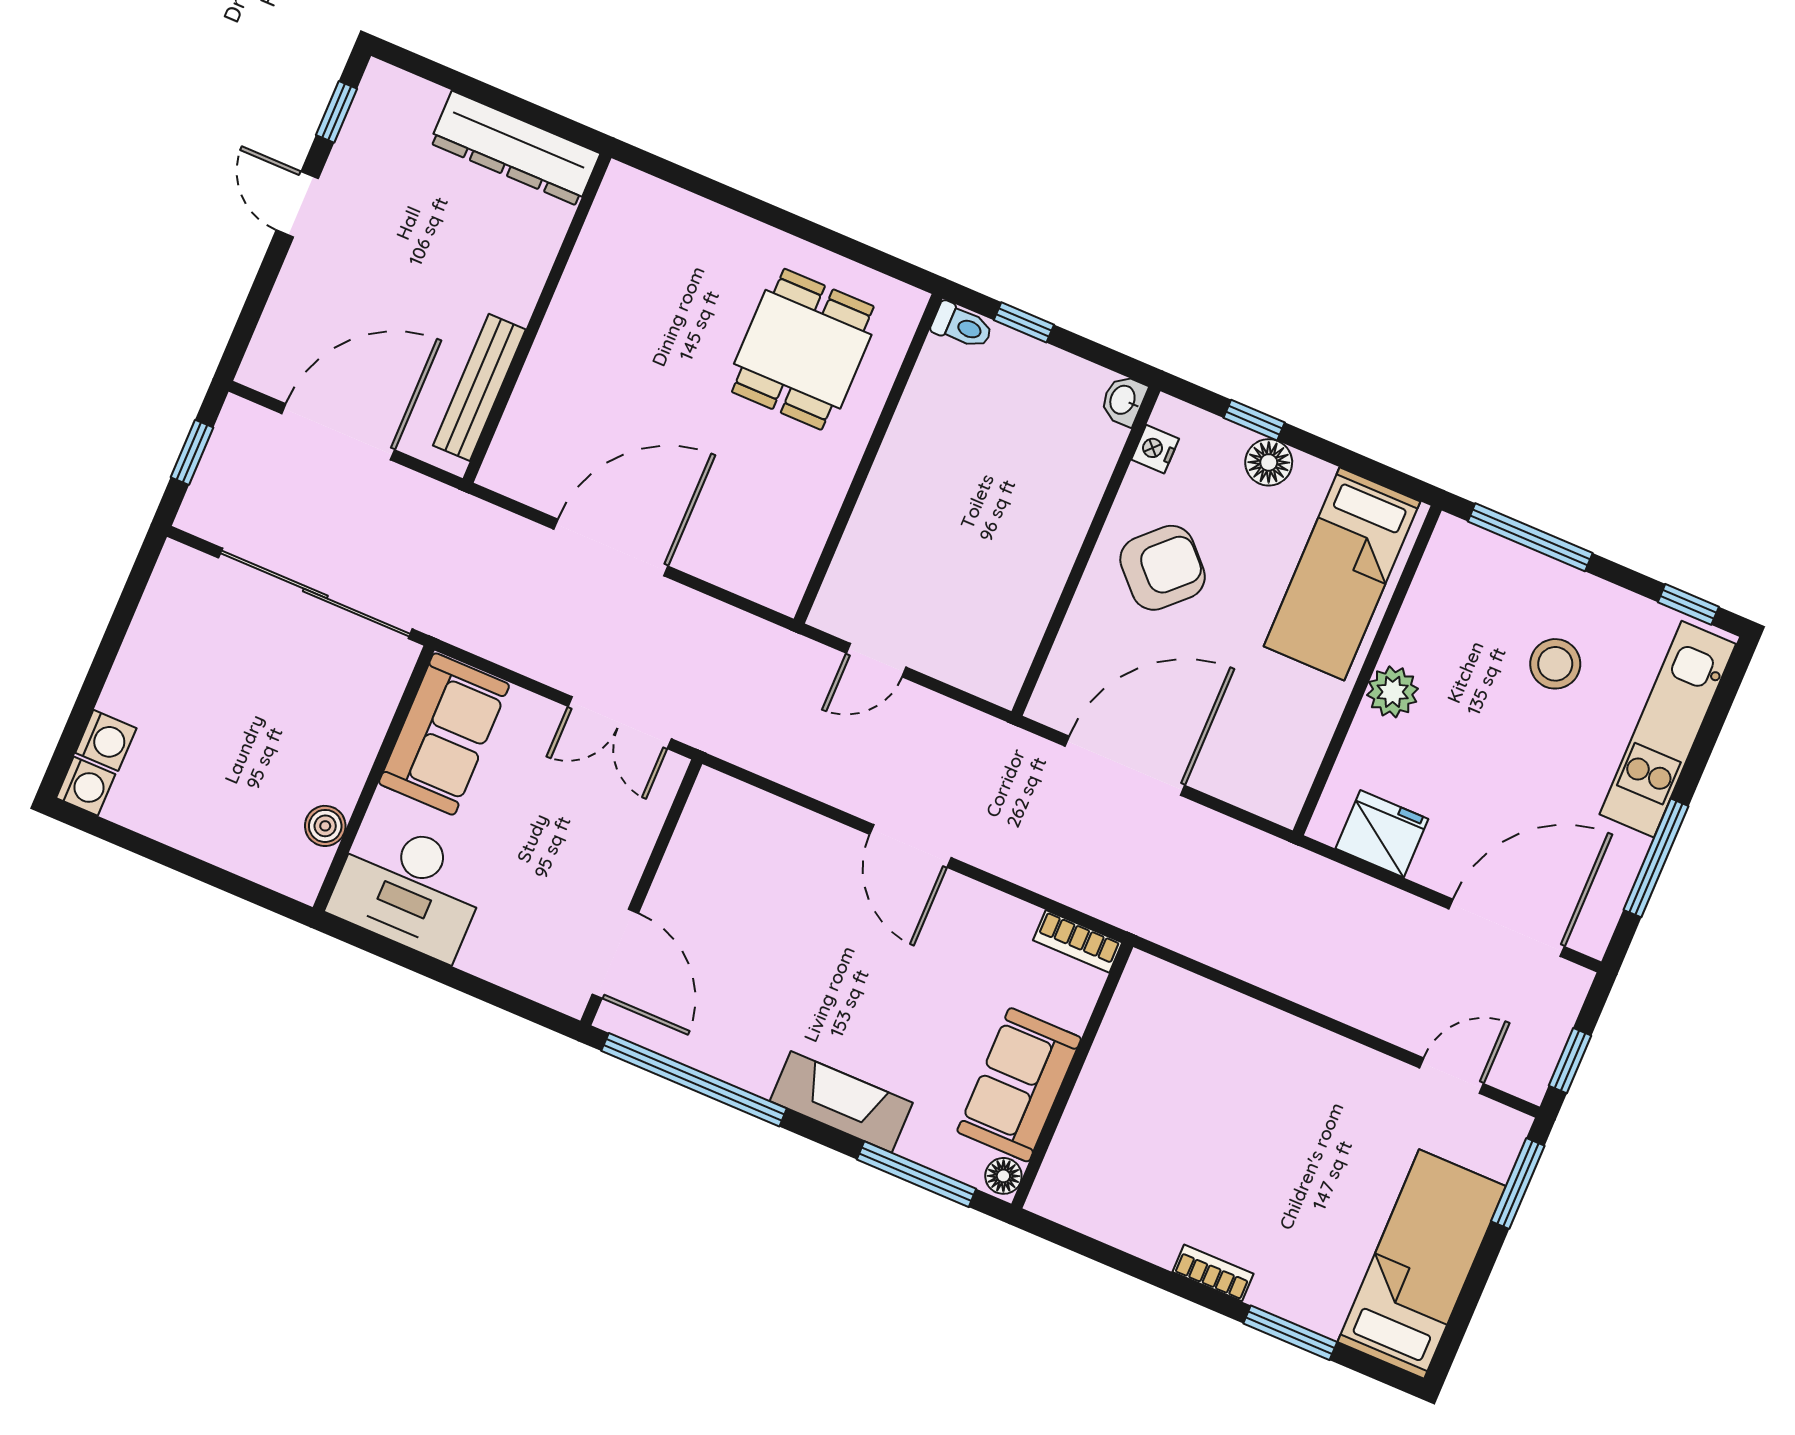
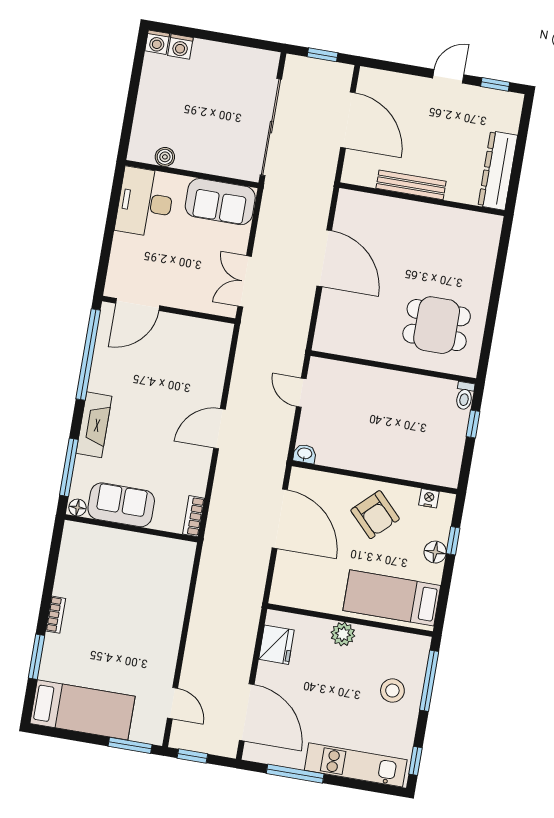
bench: (479, 387) -> (411, 185), moved
washbasin: (1124, 400) -> (305, 454), moved
stool: (1555, 664) -> (392, 691), moved

